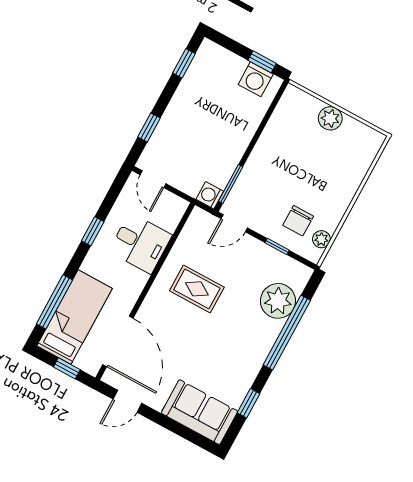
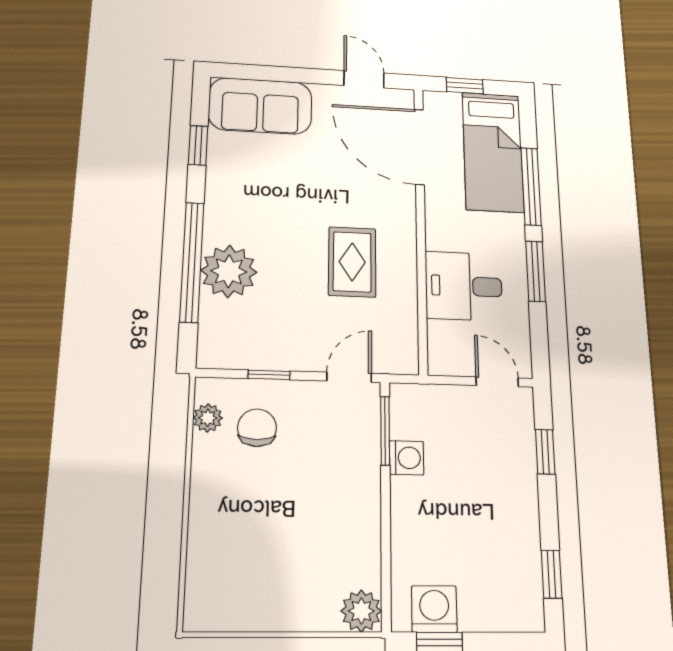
plant: (330, 118) -> (361, 611), moved
washing machine: (210, 195) -> (407, 458), moved
window: (93, 231) -> (536, 271), width x1.50
rug: (197, 289) -> (352, 262), turned 90
plant: (278, 301) -> (229, 271), moved
window: (54, 302) -> (531, 186), moved
door: (127, 401) -> (364, 79), hinge flipped

